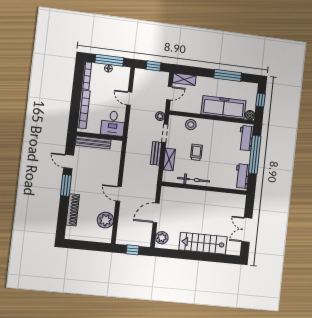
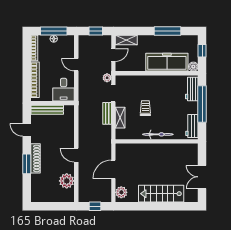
stool: (191, 125) -> (137, 82), removed
bicycle: (194, 180) -> (158, 134), moved
window: (66, 185) -> (27, 164), moved
shoe rack: (73, 210) -> (35, 158), moved

